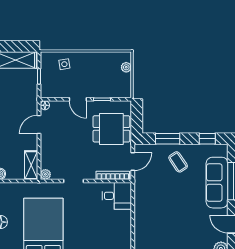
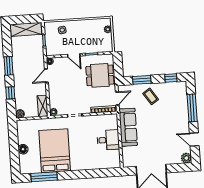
sofa: (217, 183) -> (128, 127), moved, turned 180
desk: (117, 196) -> (108, 140), moved

